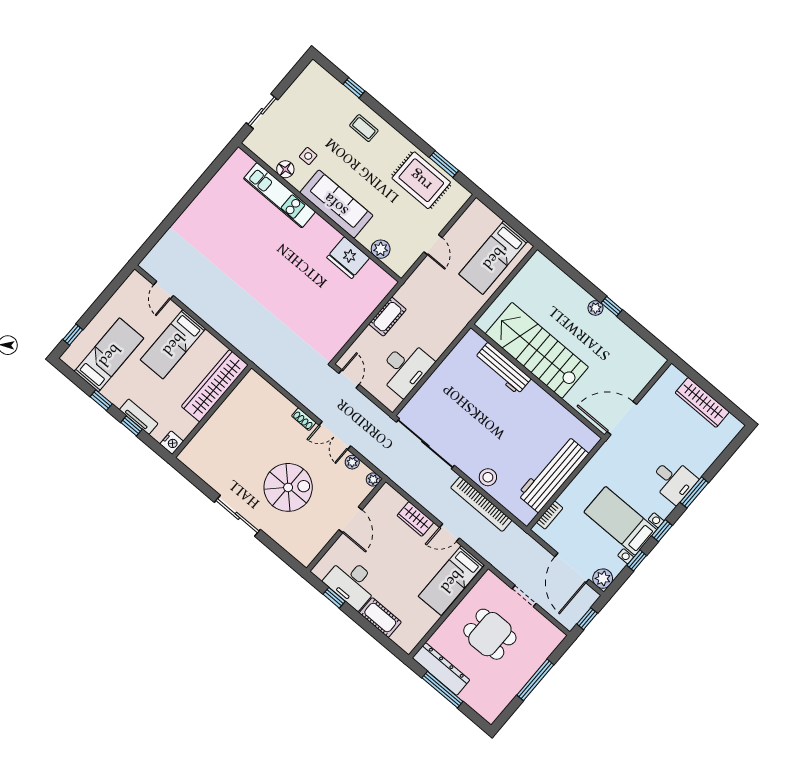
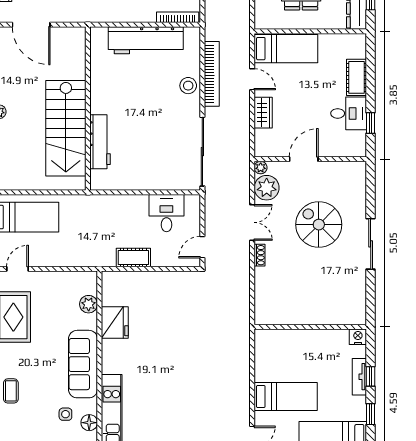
door: (433, 245) -> (17, 269), moved
desk: (405, 368) -> (166, 213), width x0.73
wardrobe: (215, 386) -> (290, 341), removed
door: (622, 418) -> (31, 25), moved
plant: (352, 462) -> (267, 188), width x1.88, depth x1.88
bookcase: (550, 515) -> (178, 17), width x1.56
desk: (352, 583) -> (349, 113), width x0.73

